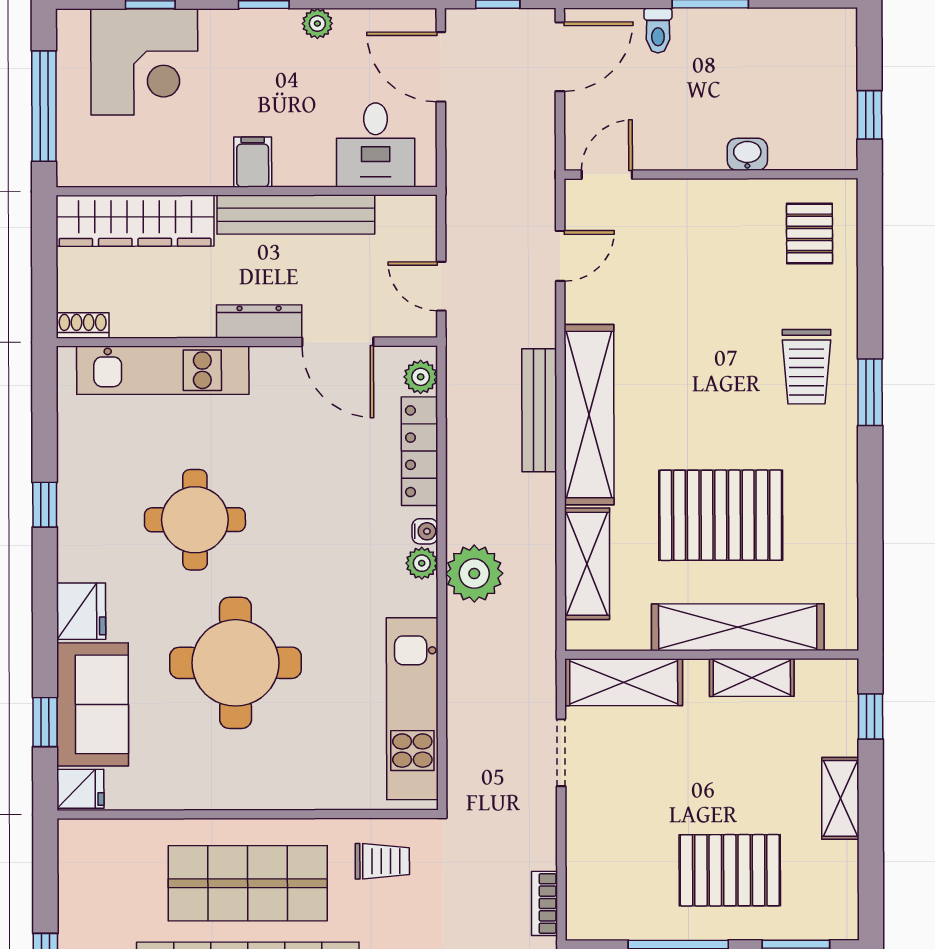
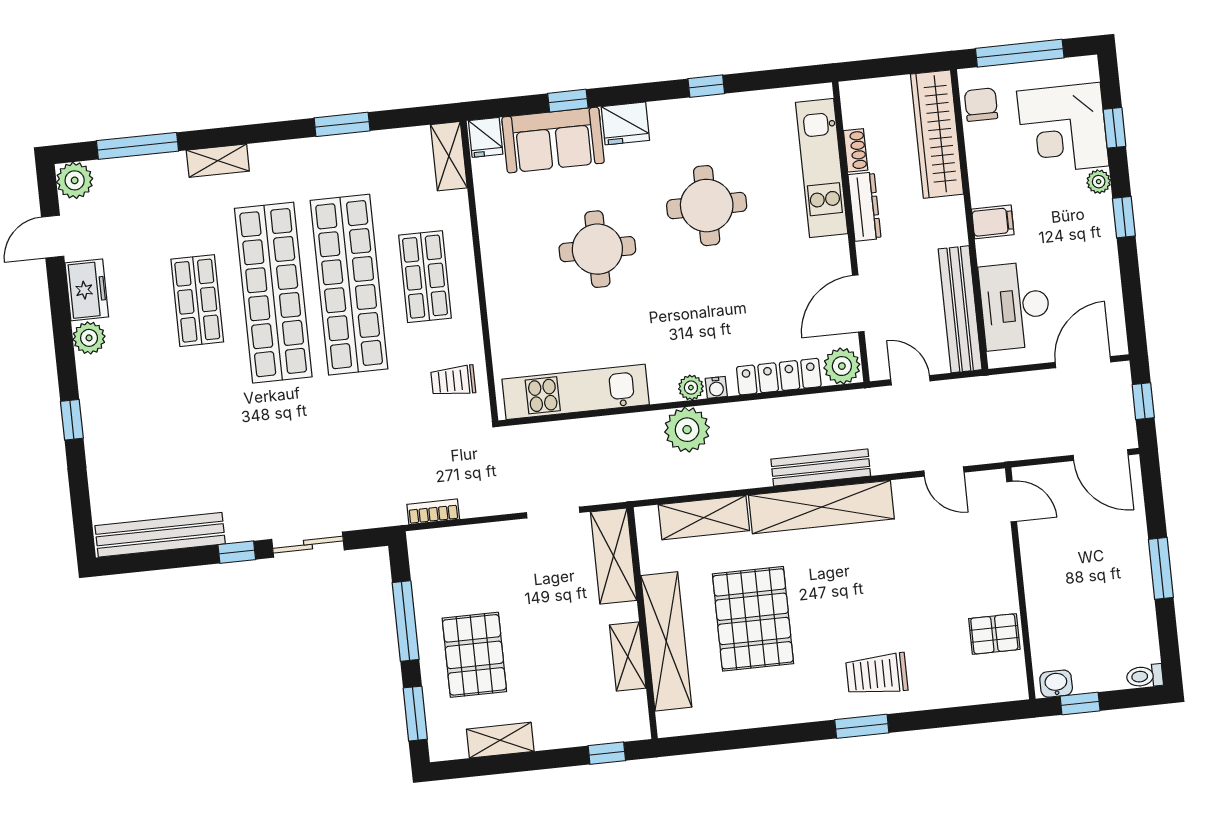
plant: (317, 24) -> (1099, 182), moved
toilet: (658, 30) -> (1145, 676), moved
desk: (376, 145) -> (1015, 306), width x1.37
washbasin: (747, 154) -> (1056, 684), moved, turned -90
chair: (104, 162) -> (981, 105), added
bench: (296, 215) -> (960, 309), moved
pallet: (810, 233) -> (994, 634), moved
door: (441, 286) -> (910, 380), hinge flipped
dresser: (259, 321) -> (865, 207), moved
shoe rack: (83, 325) -> (856, 150), moved
plant: (421, 377) -> (842, 366), width x1.38, depth x1.38
round table: (236, 663) -> (597, 249), width x0.73, depth x0.73
window: (45, 722) -> (568, 101), moved
shelving: (840, 798) -> (500, 740), moved
shelving: (99, 837) -> (449, 156), added
trolley: (382, 861) -> (453, 381), turned 90
shop shelf: (248, 883) -> (425, 277), width x0.70, depth x0.74

